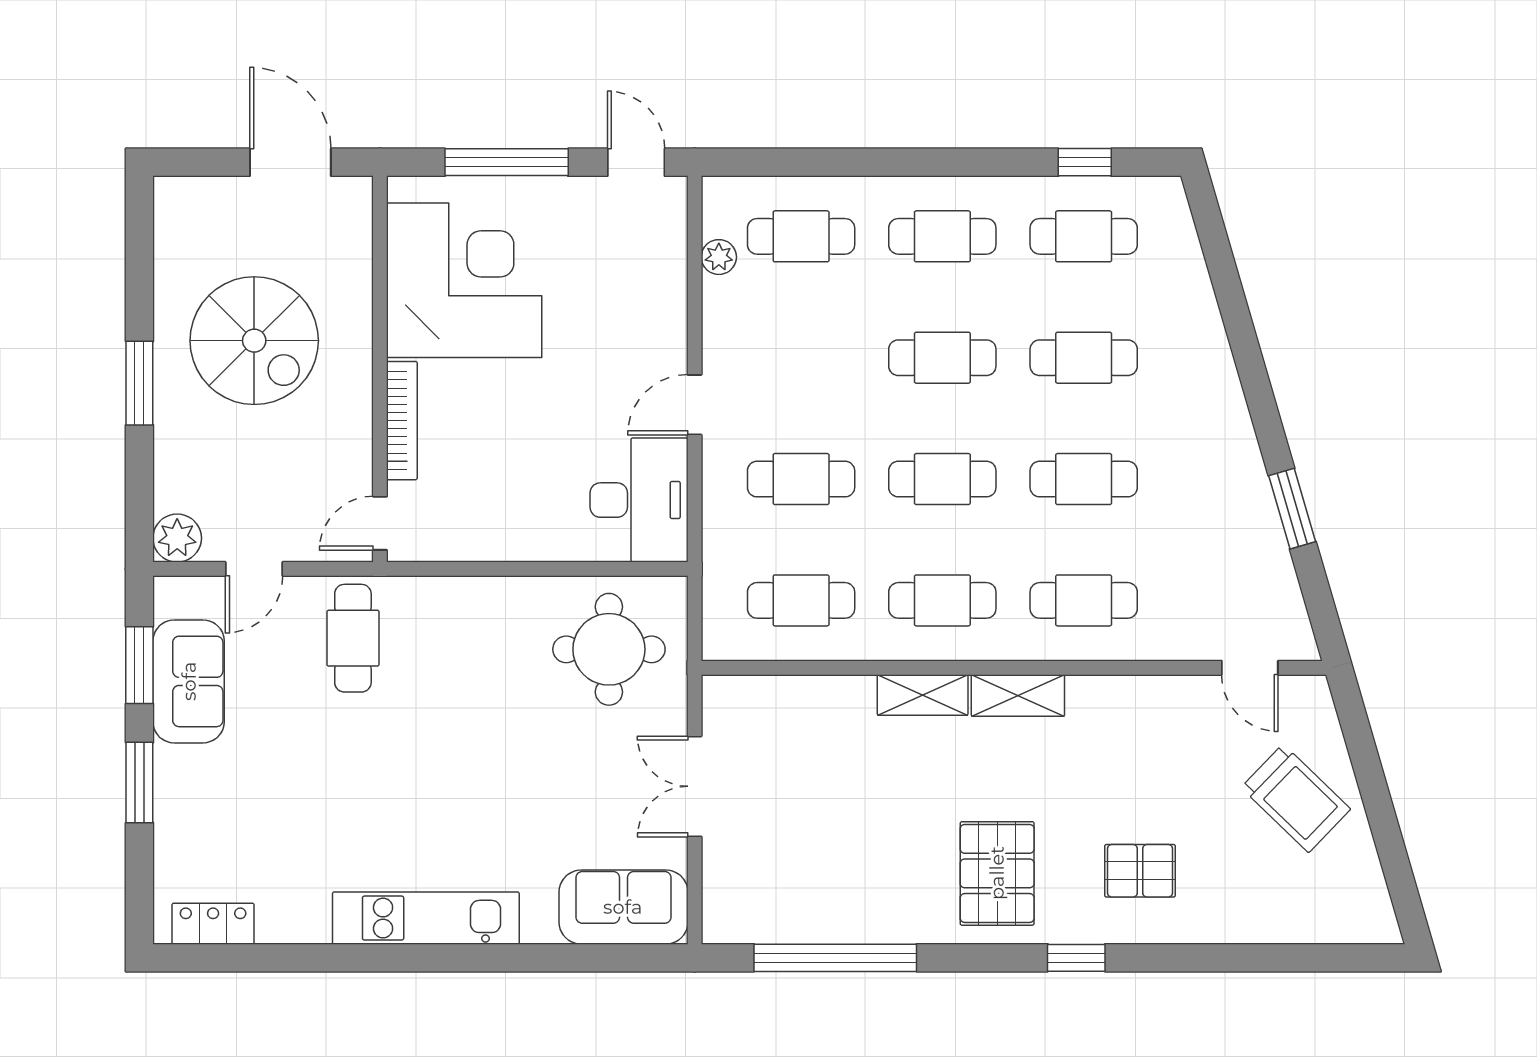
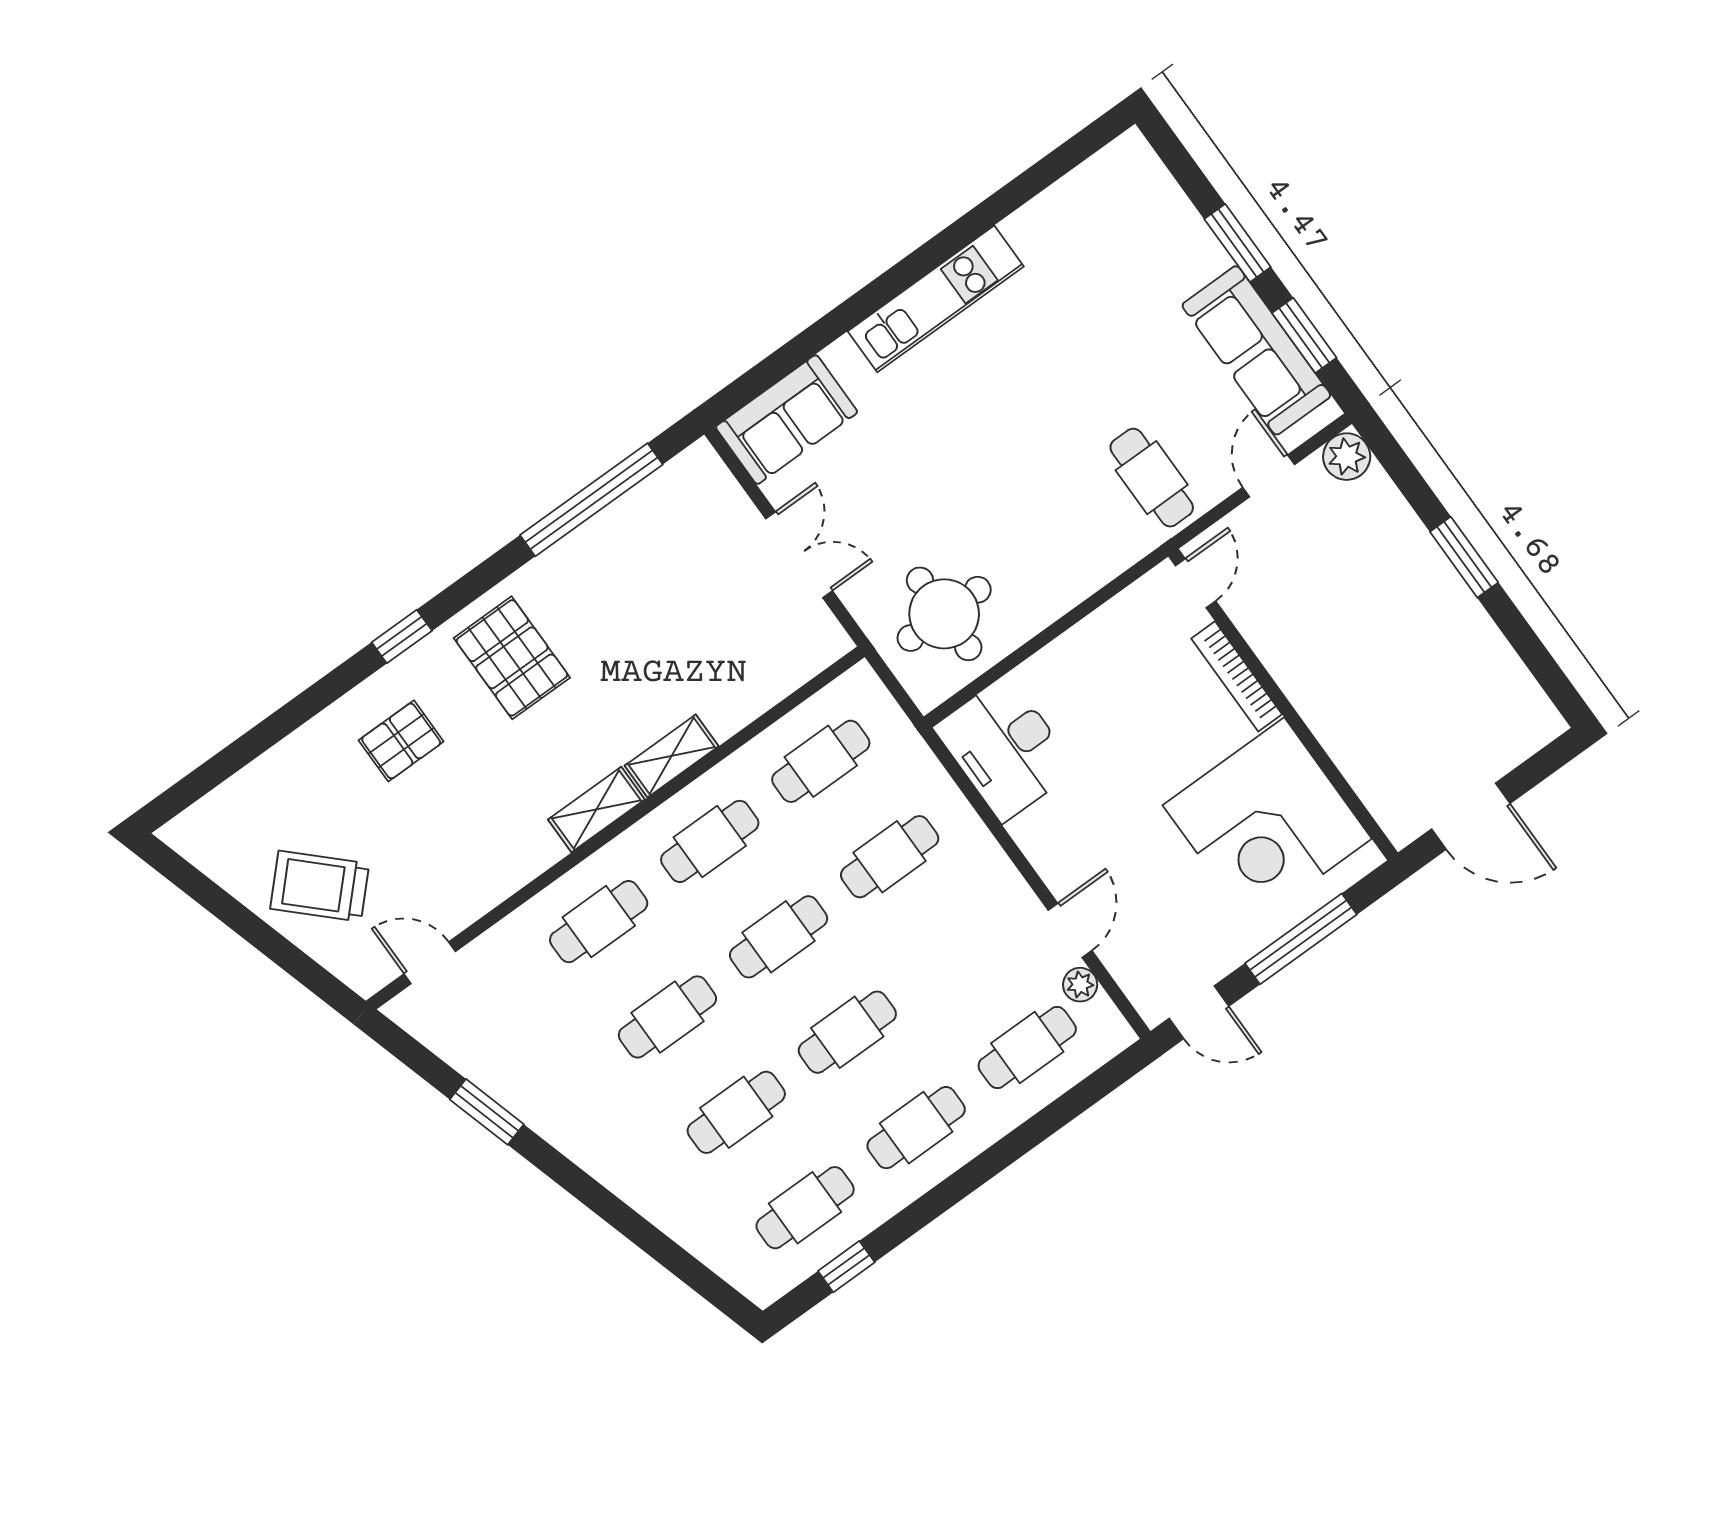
spiral stairs: (254, 341) -> (1398, 655), removed
door: (695, 405) -> (1070, 930), moved
sofa: (189, 681) -> (1256, 350), width x1.36
locker: (213, 924) -> (1100, 174), removed

